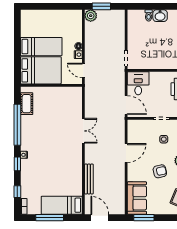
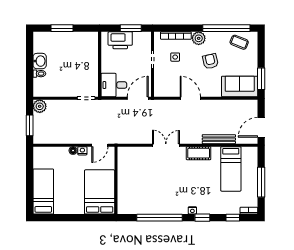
plant: (91, 16) -> (40, 106), moved
bed: (41, 47) -> (43, 191), moved
cot: (27, 104) -> (199, 153), moved
bed: (62, 205) -> (231, 169), moved

